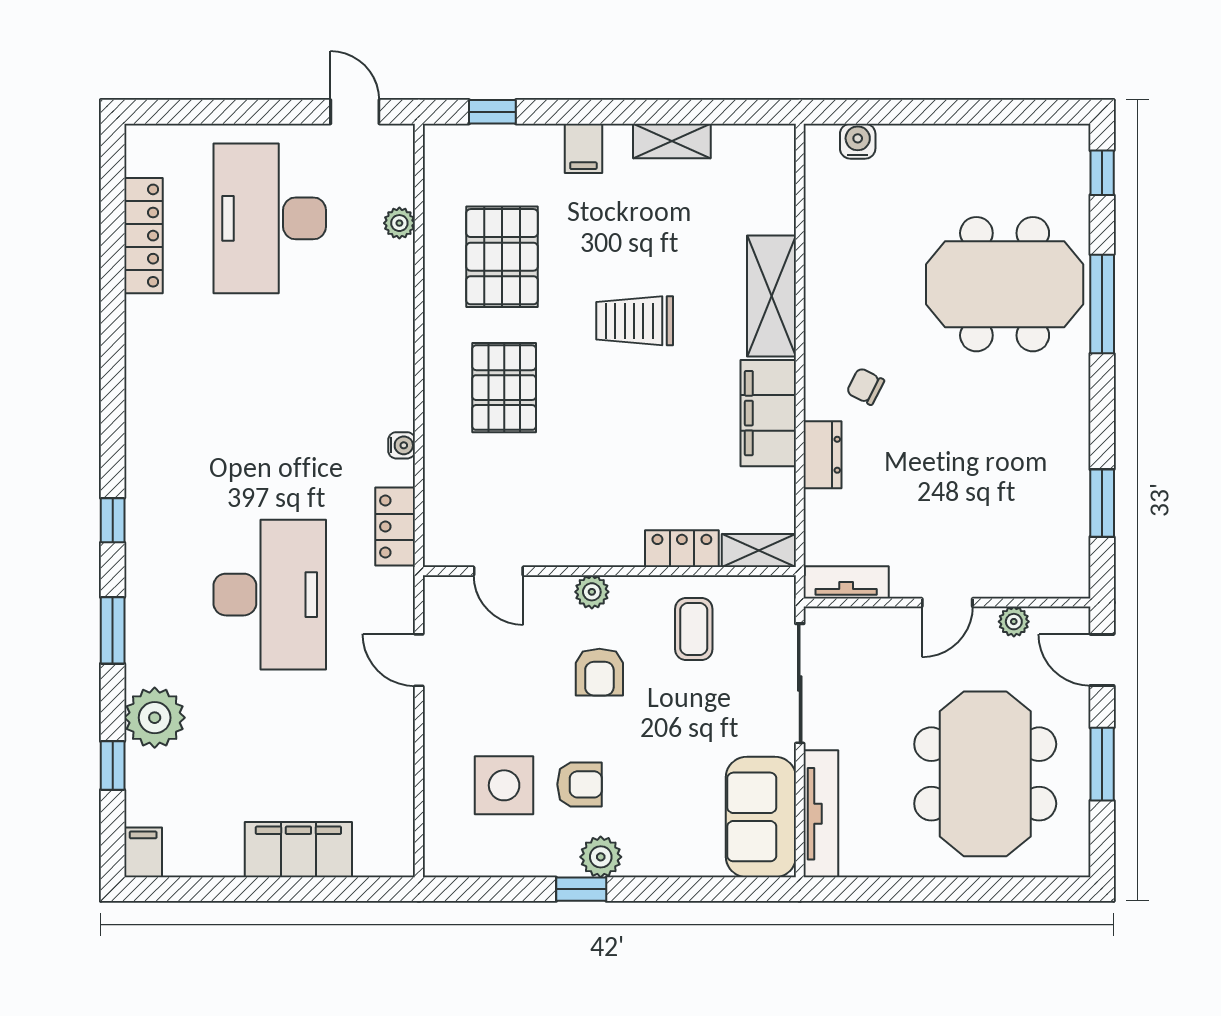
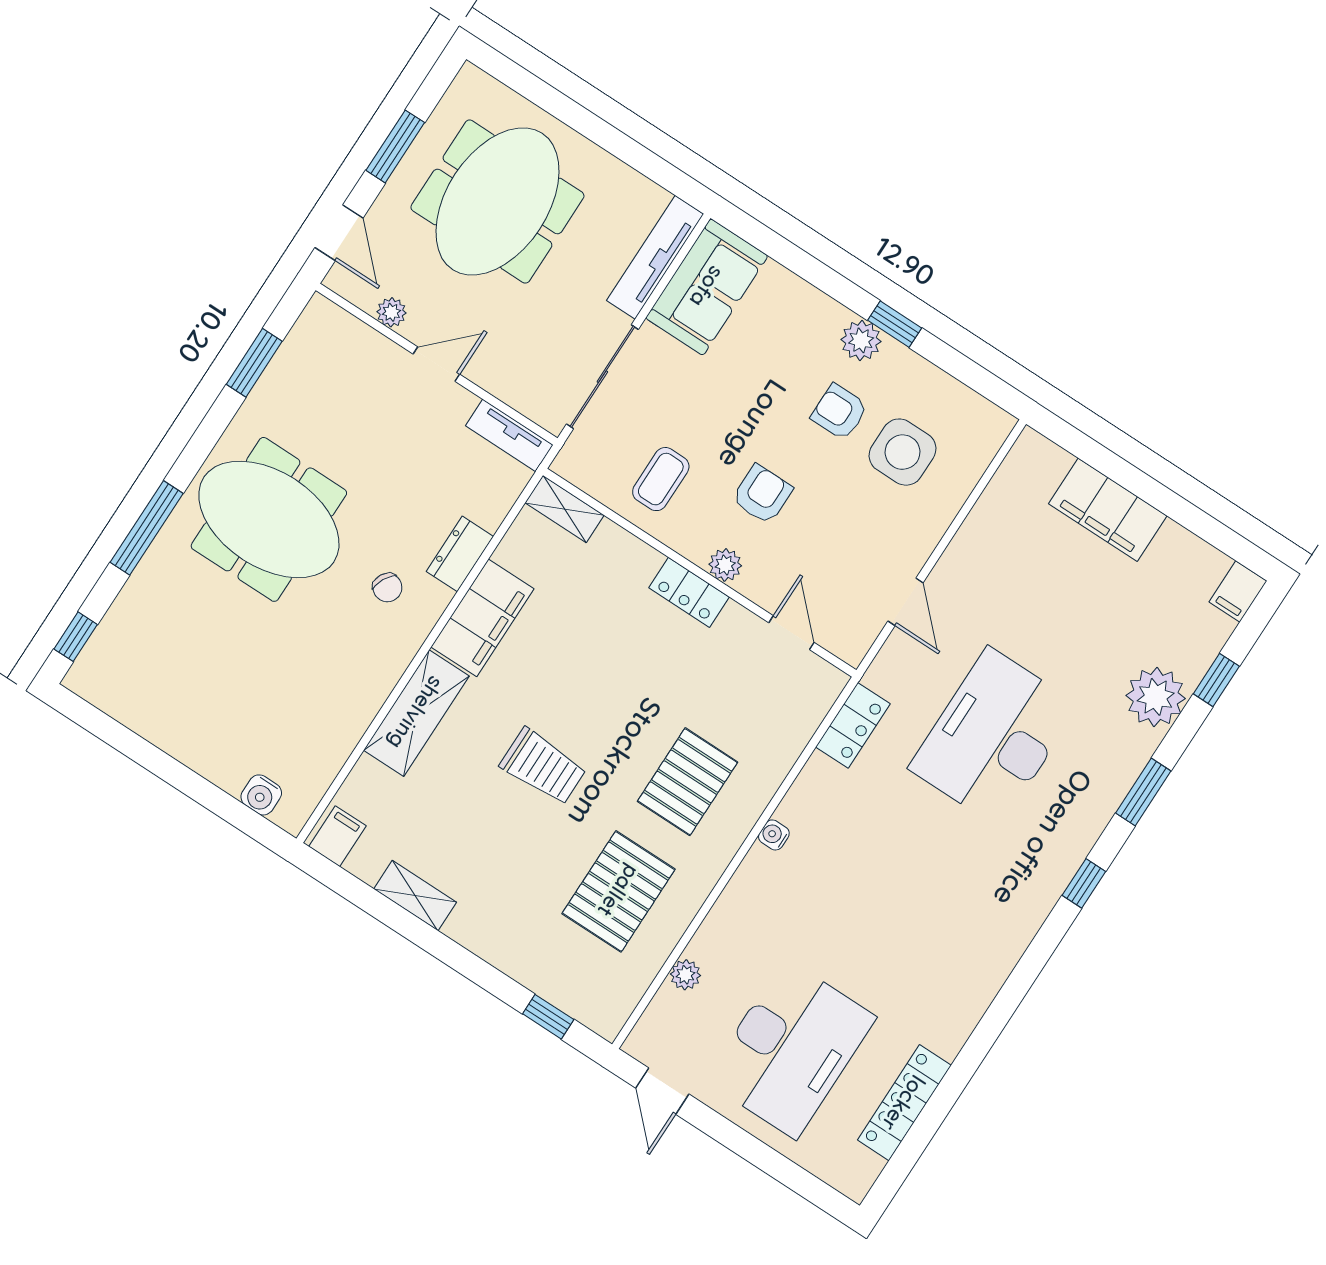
filing cabinet: (583, 148) -> (337, 836), moved
meeting table: (1005, 284) -> (269, 519), moved
water cooler: (402, 445) -> (774, 835), moved
locker: (682, 549) -> (689, 592), moved

